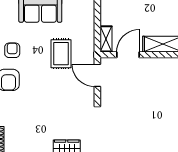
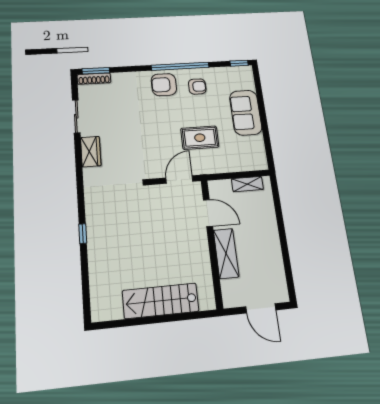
shelving: (106, 39) -> (247, 184), moved

